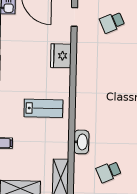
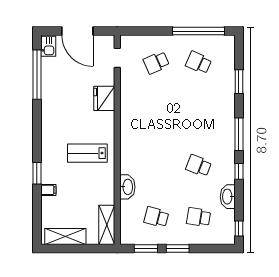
lab bench: (43, 108) -> (87, 153), turned 180
school desk: (109, 172) -> (156, 217), turned 39

